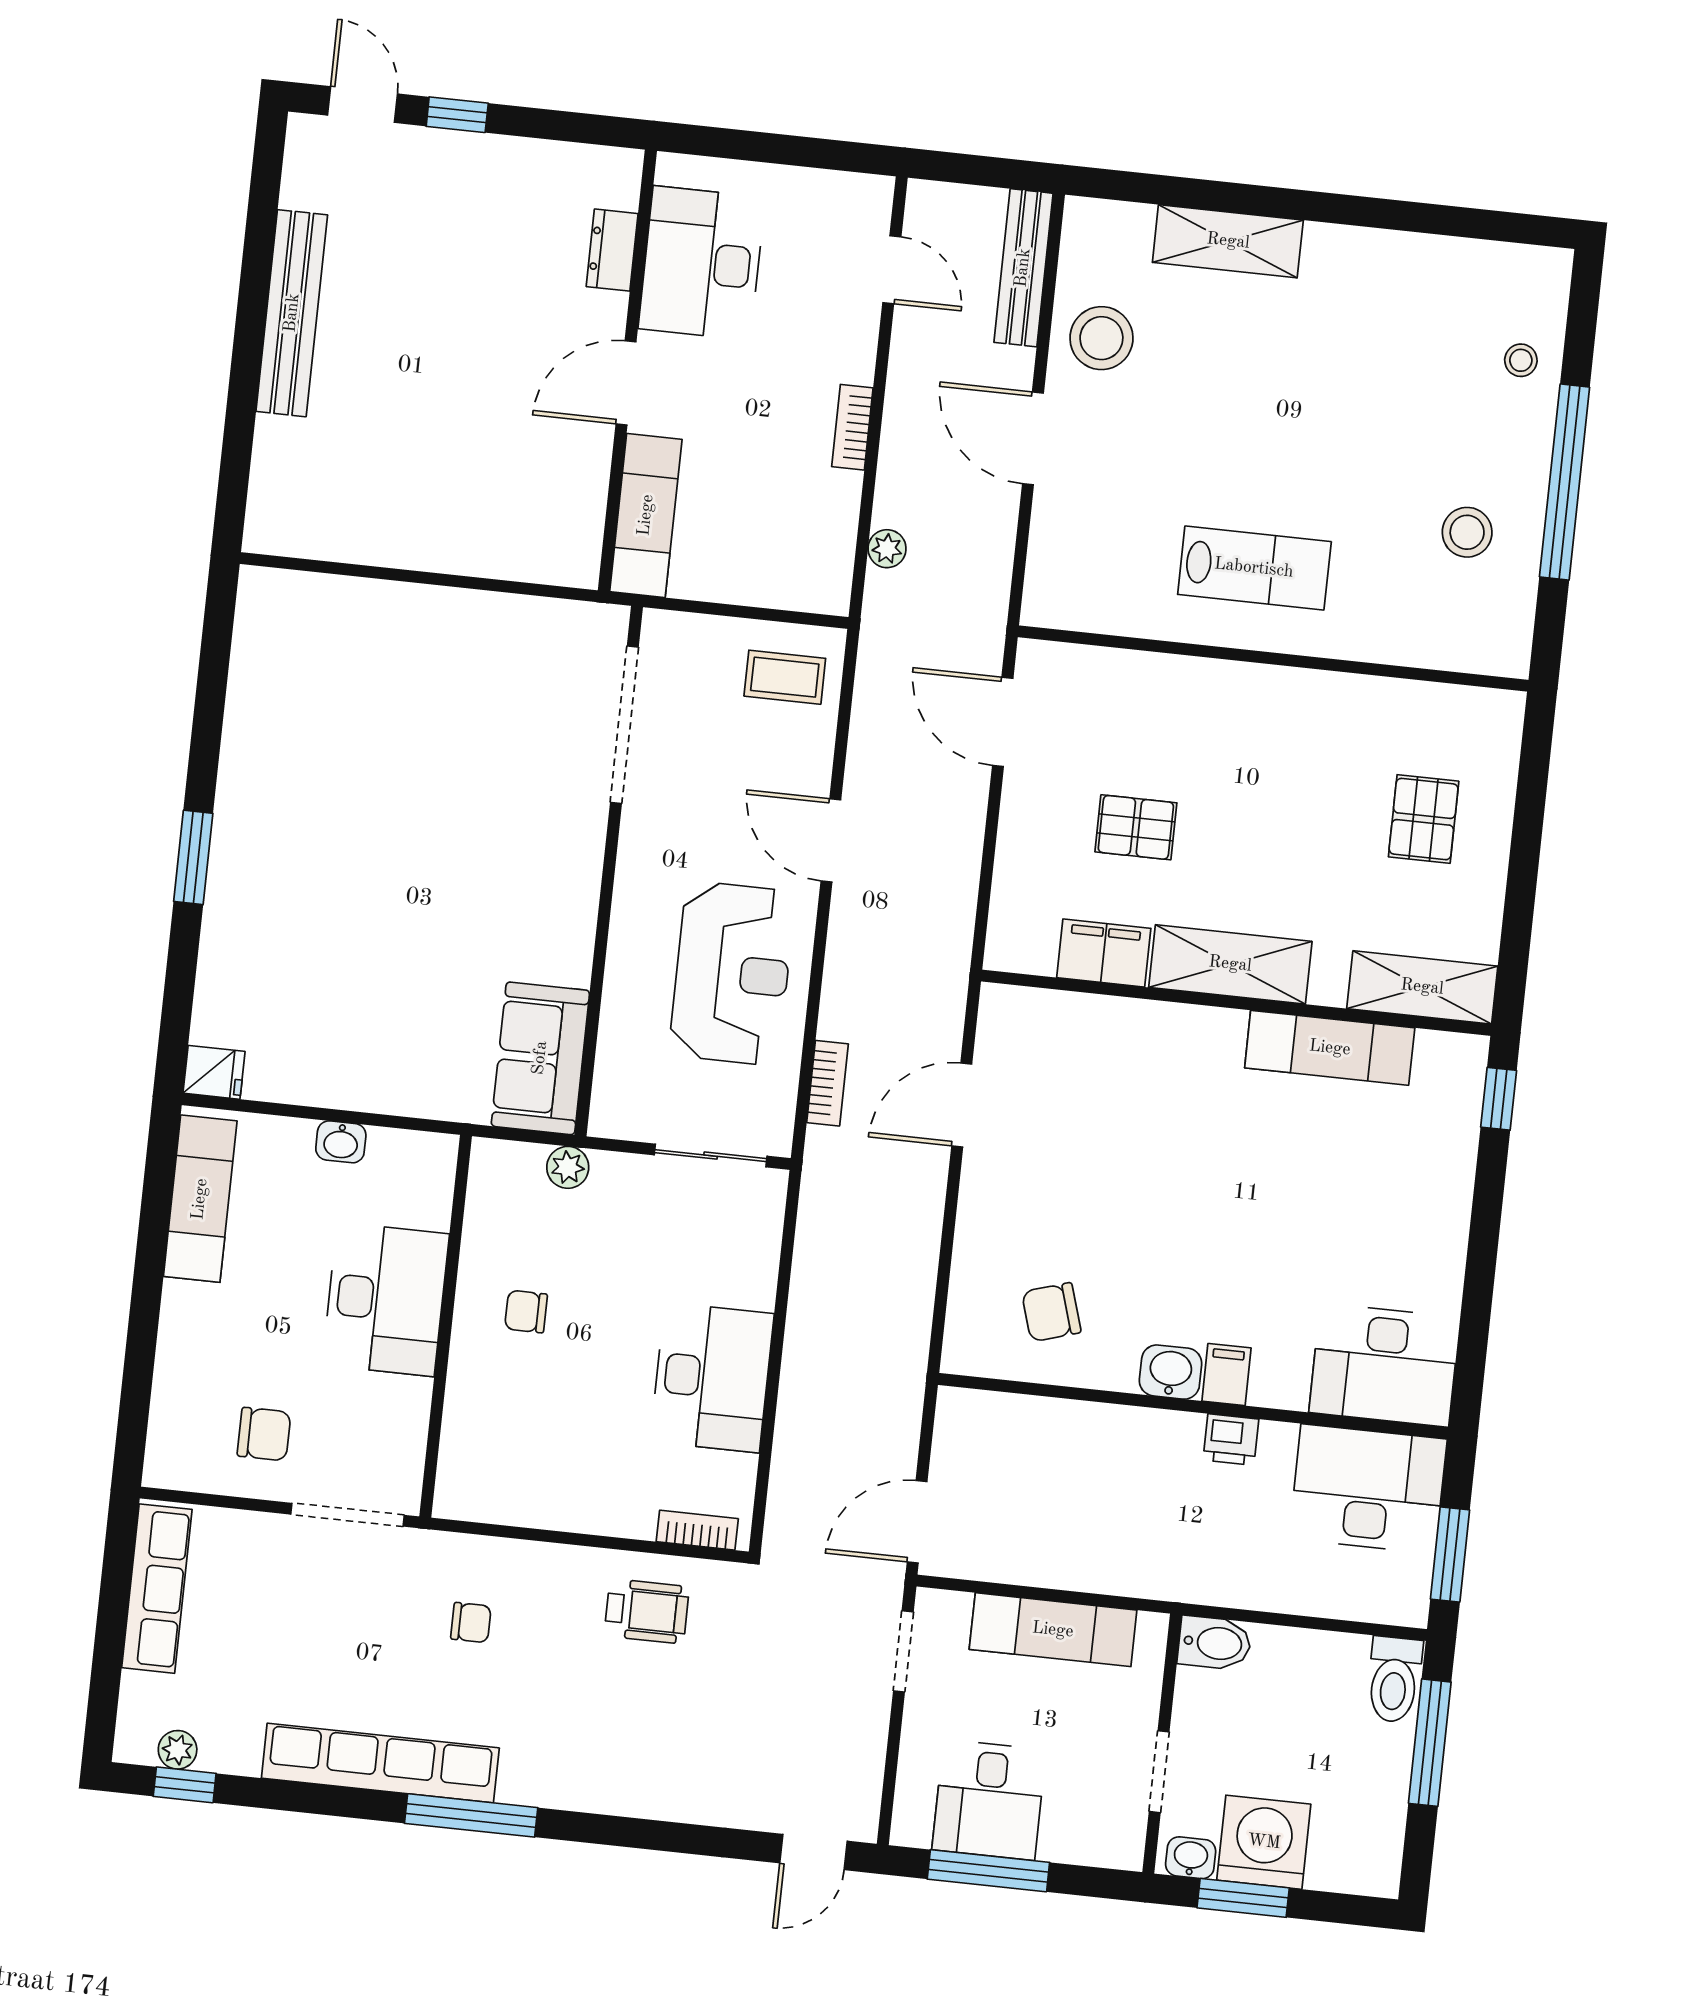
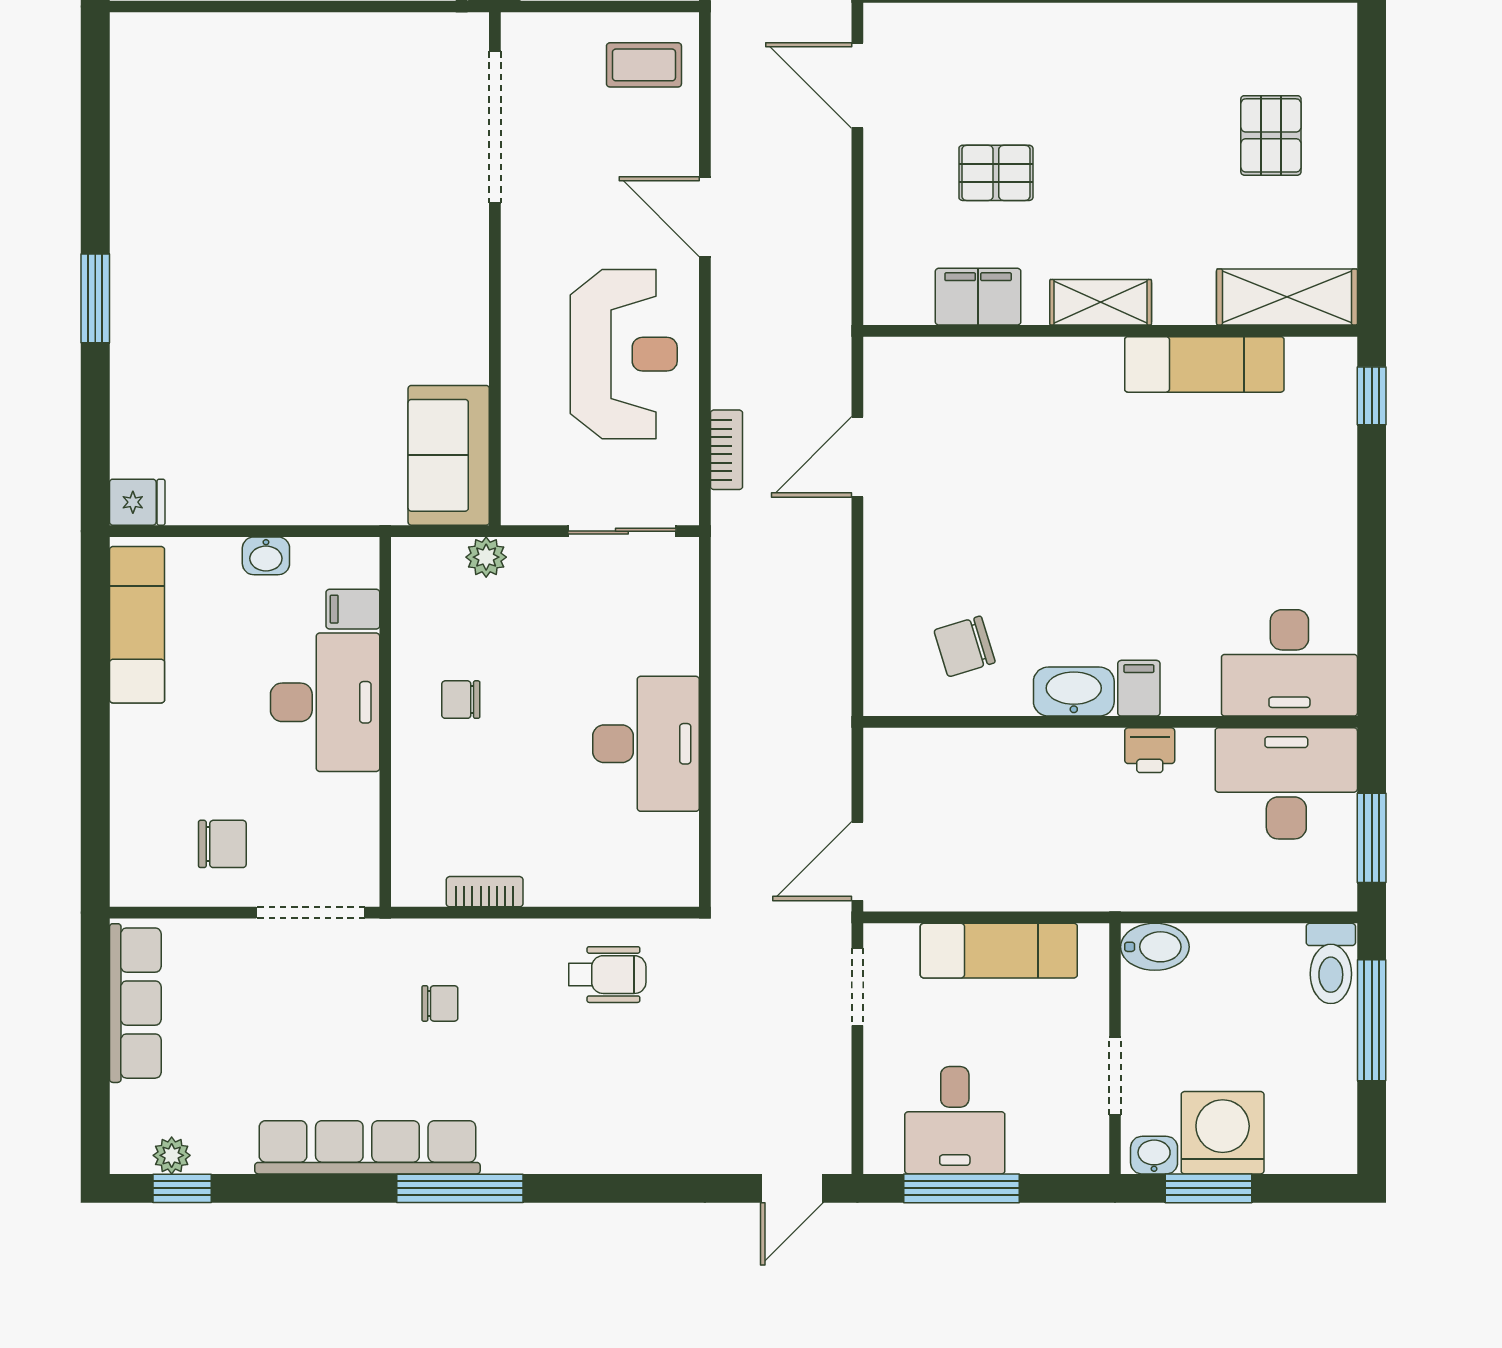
shelving: (1230, 964) -> (1101, 302), width x0.67, depth x0.75
filing cabinet: (425, 1206) -> (353, 609), added
washbasin: (1171, 1372) -> (1074, 692), width x1.38
bookcase: (697, 1530) -> (485, 892), moved

